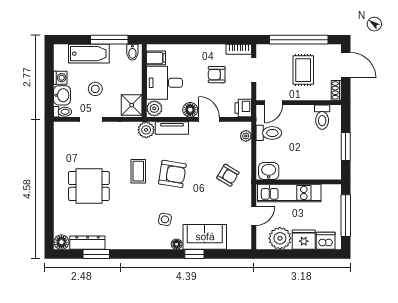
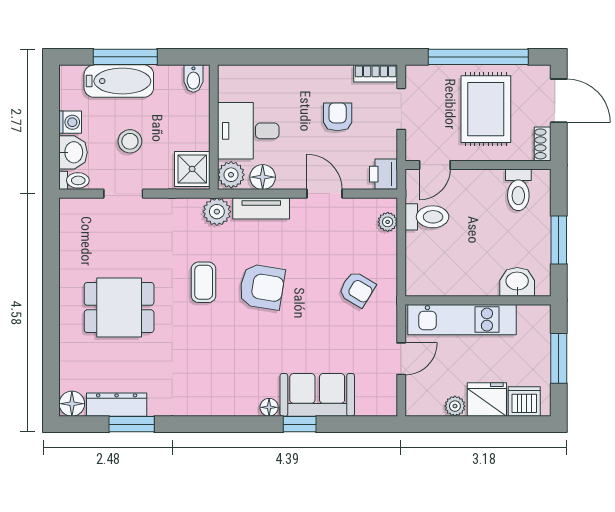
window: (109, 40) -> (125, 57), moved
filing cabinet: (156, 58) -> (234, 88), removed
rug: (303, 70) -> (486, 109), width x1.36, depth x1.43
armchair: (217, 75) -> (338, 117), turned 90
floor lamp: (190, 110) -> (263, 177), moved
washbasin: (269, 171) -> (517, 282), moved
window: (346, 216) -> (559, 358), width x0.69
side table: (165, 219) -> (249, 365), removed
plant: (280, 238) -> (455, 406), width x0.53, depth x0.53

